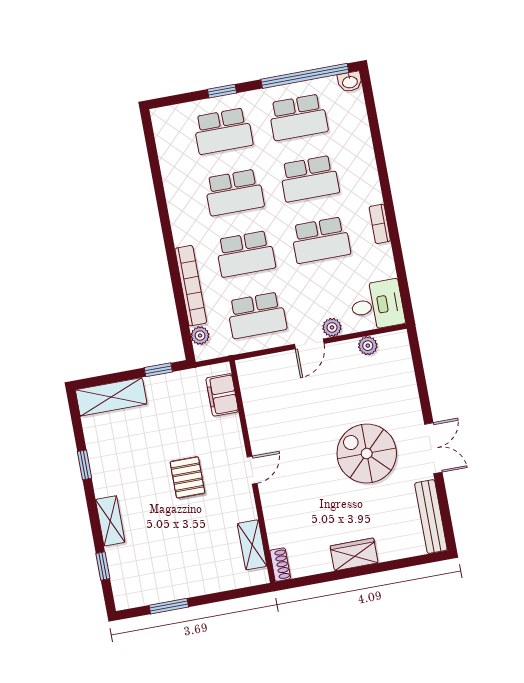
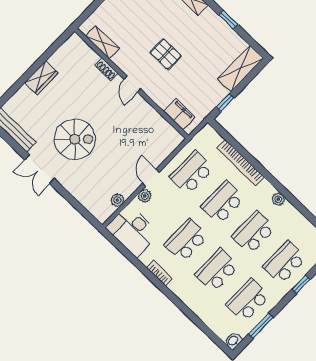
window: (305, 76) -> (261, 326), width x0.47
desk: (377, 305) -> (133, 231), width x1.37
plant: (200, 336) -> (278, 199), moved
shoe rack: (280, 565) -> (106, 69), moved

